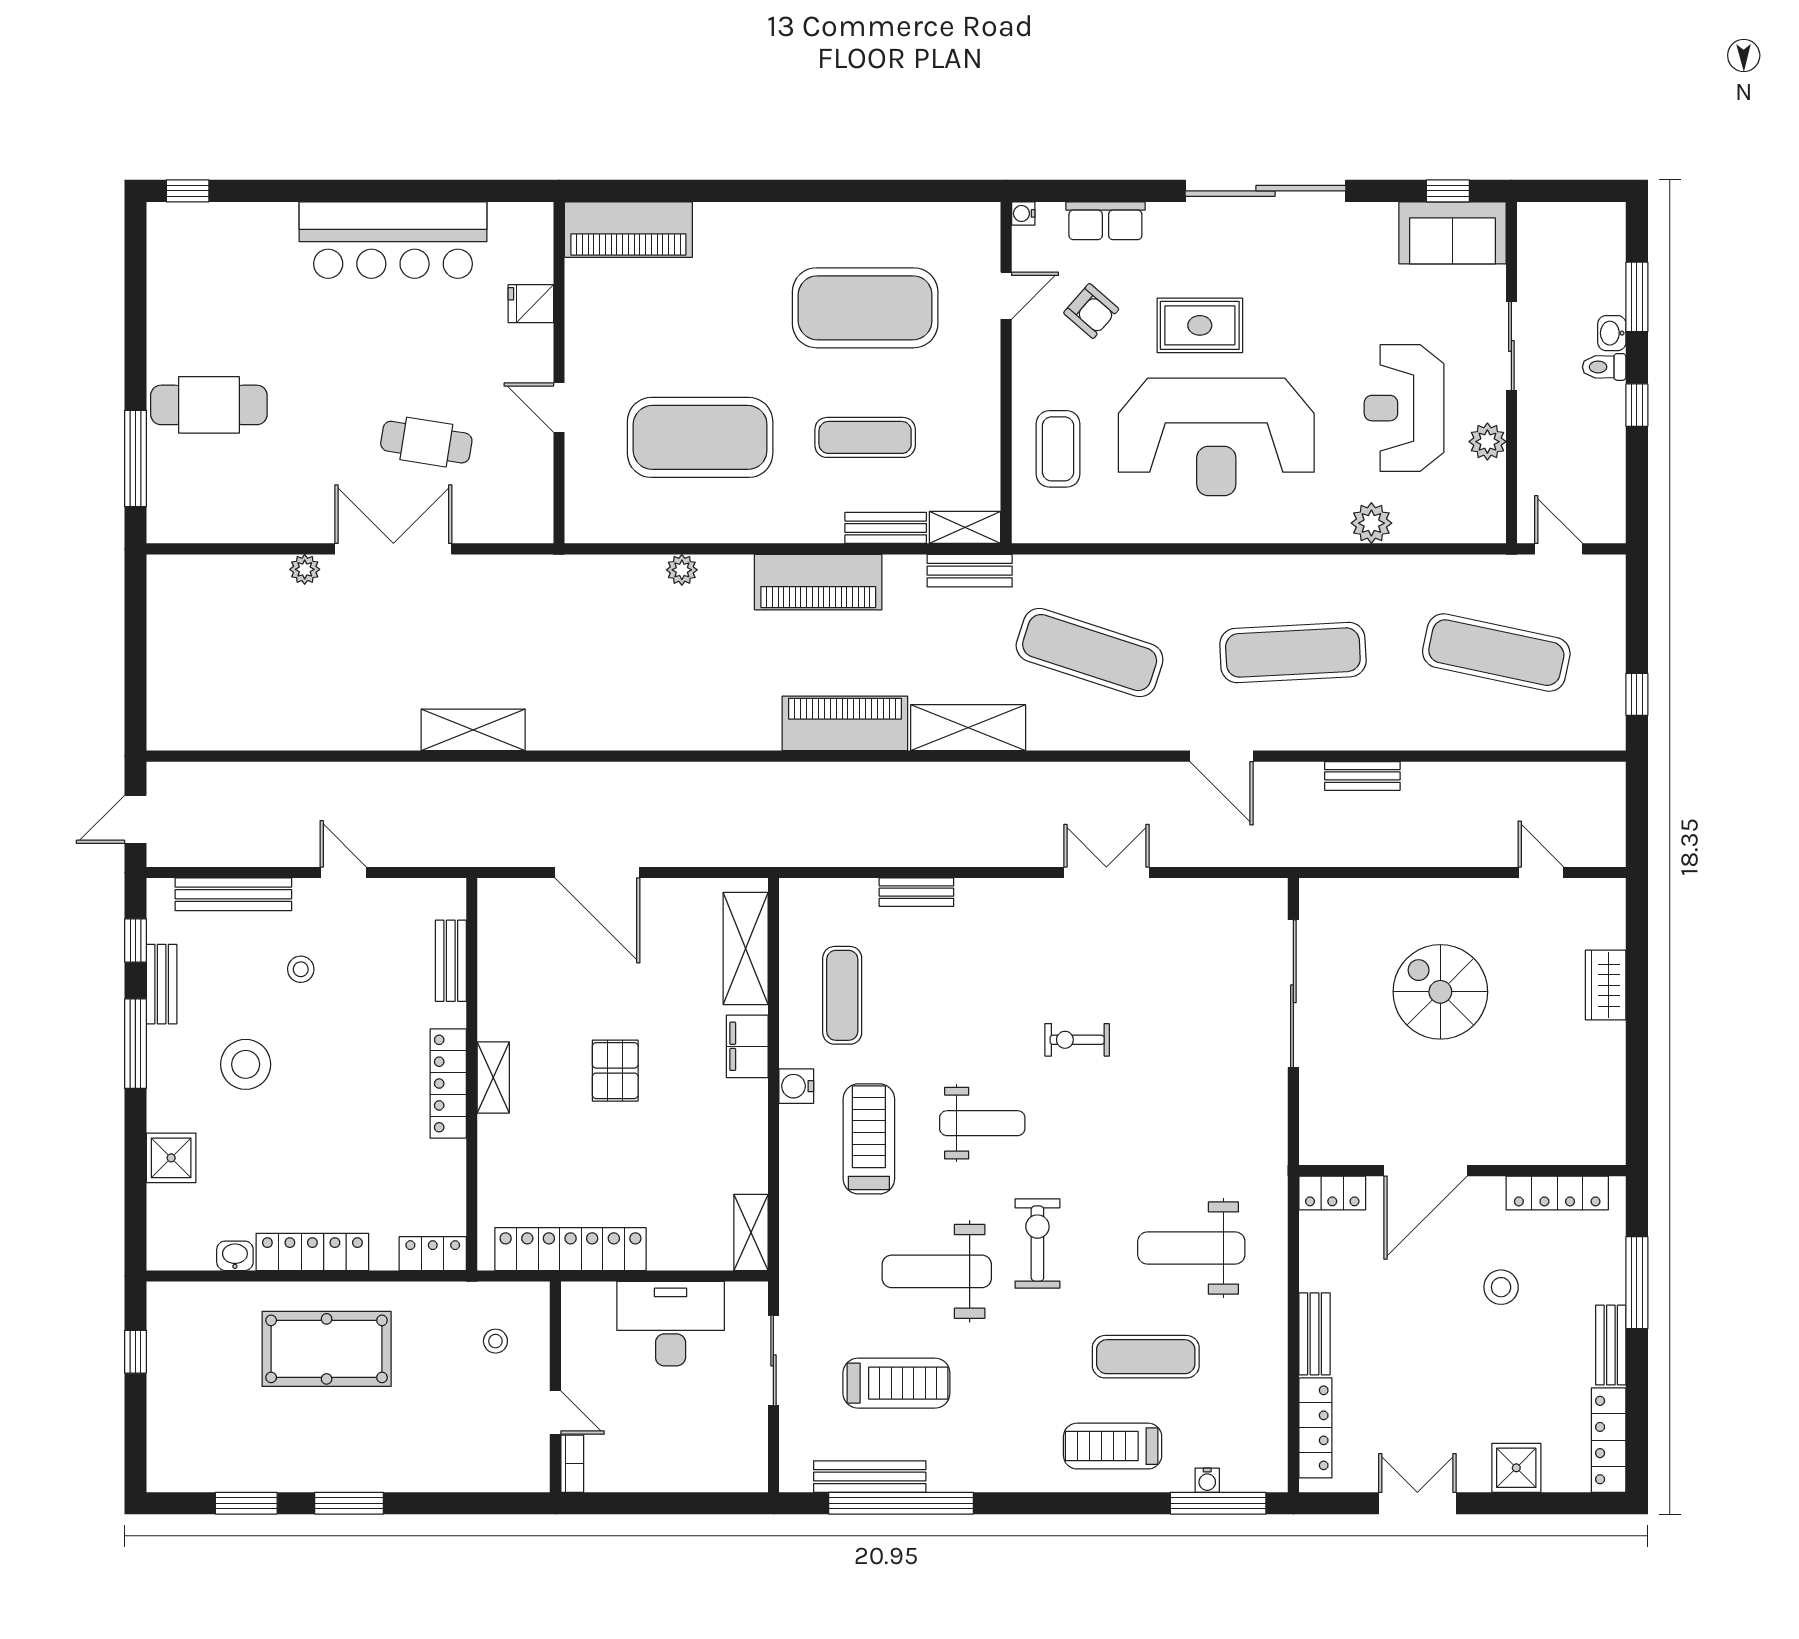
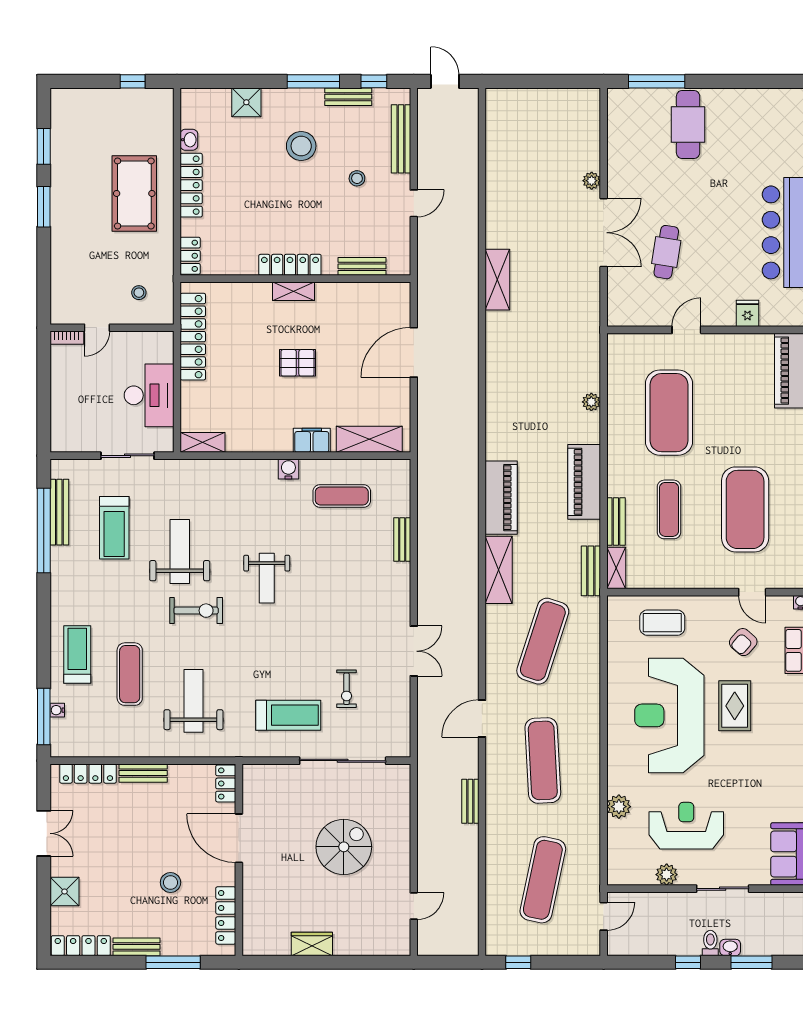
wardrobe: (1606, 985) -> (312, 944), moved
exercise bike: (1077, 1040) -> (347, 689), moved, turned 180
treadmill: (869, 1139) -> (288, 715), moved

